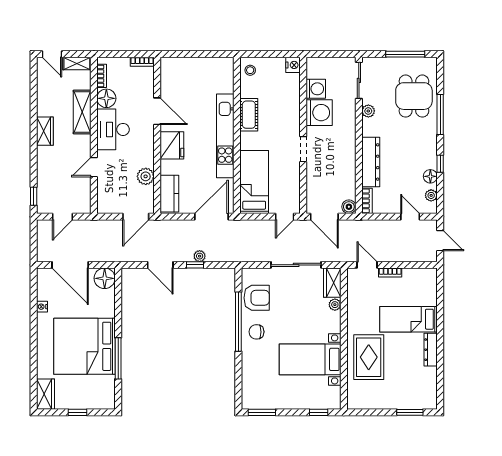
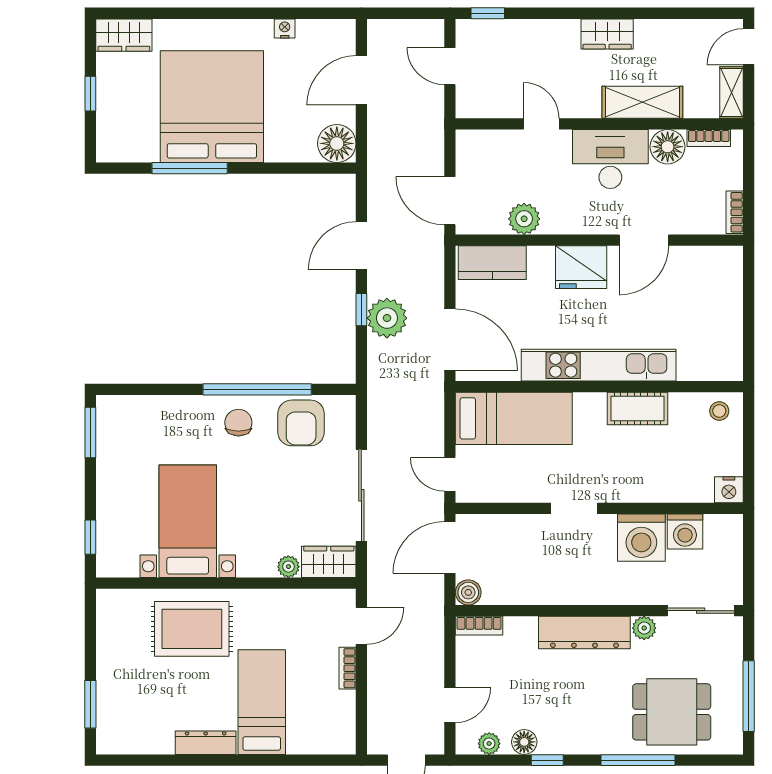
dresser: (371, 162) -> (584, 633), moved
plant: (200, 256) -> (387, 318), width x1.87, depth x1.87
door: (70, 265) -> (361, 80), width x0.73

